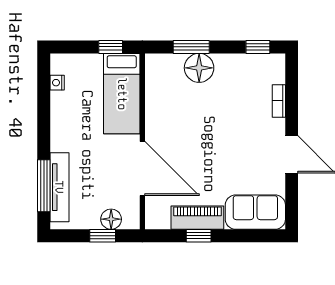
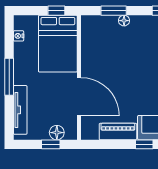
floor lamp: (199, 68) -> (124, 21), width x0.53, depth x0.53
bed: (122, 94) -> (58, 44), width x1.50
window: (44, 186) -> (9, 77), moved
window: (199, 236) -> (144, 144), moved

